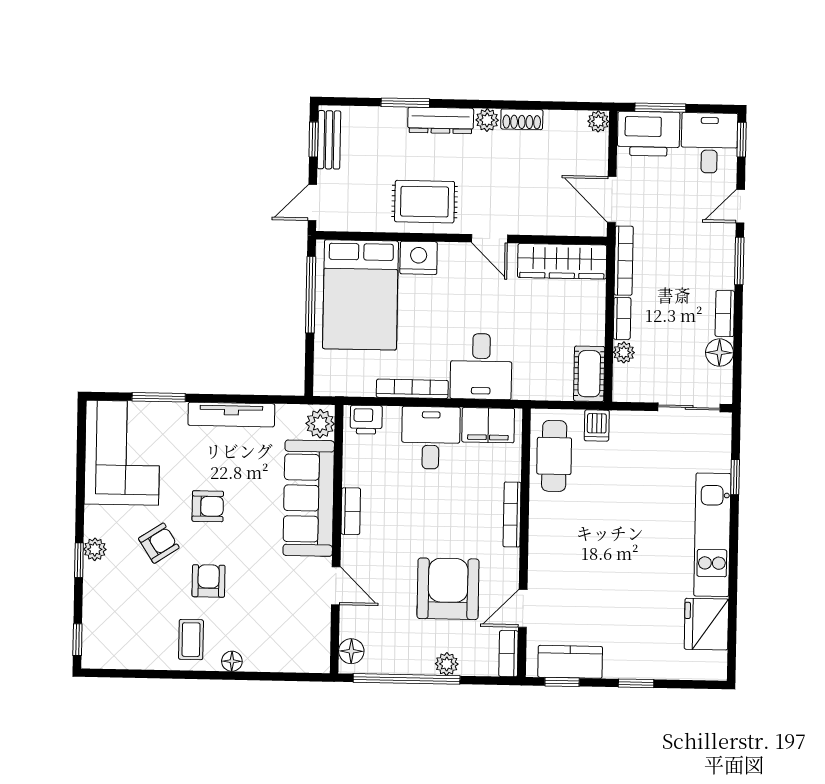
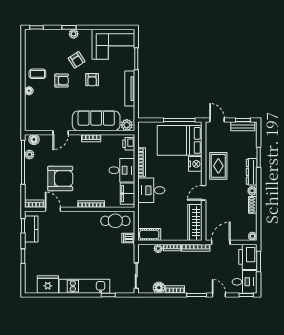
plant: (447, 664) -> (29, 155), moved

